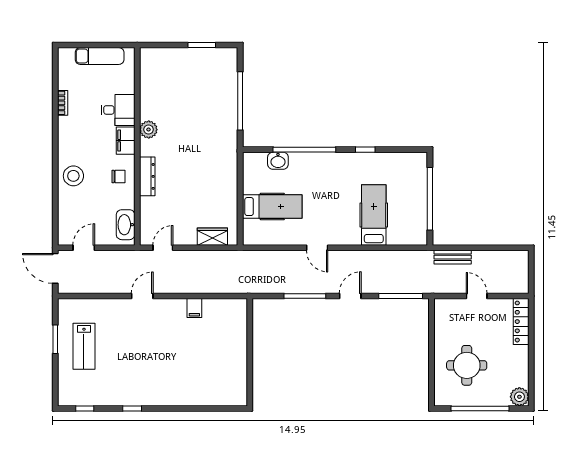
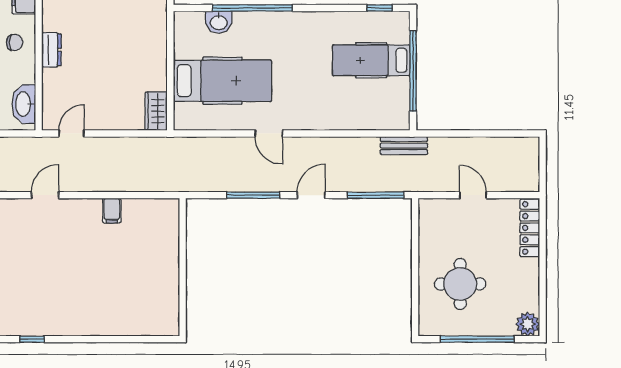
window: (365, 150) -> (380, 8), moved
dresser: (147, 176) -> (51, 50), width x0.70
hospital bed: (272, 207) -> (222, 81), width x1.37, depth x1.29
hospital bed: (374, 215) -> (371, 60), moved, turned -90
wardrobe: (212, 237) -> (156, 111), moved, turned -90
bench: (453, 257) -> (404, 146), moved

